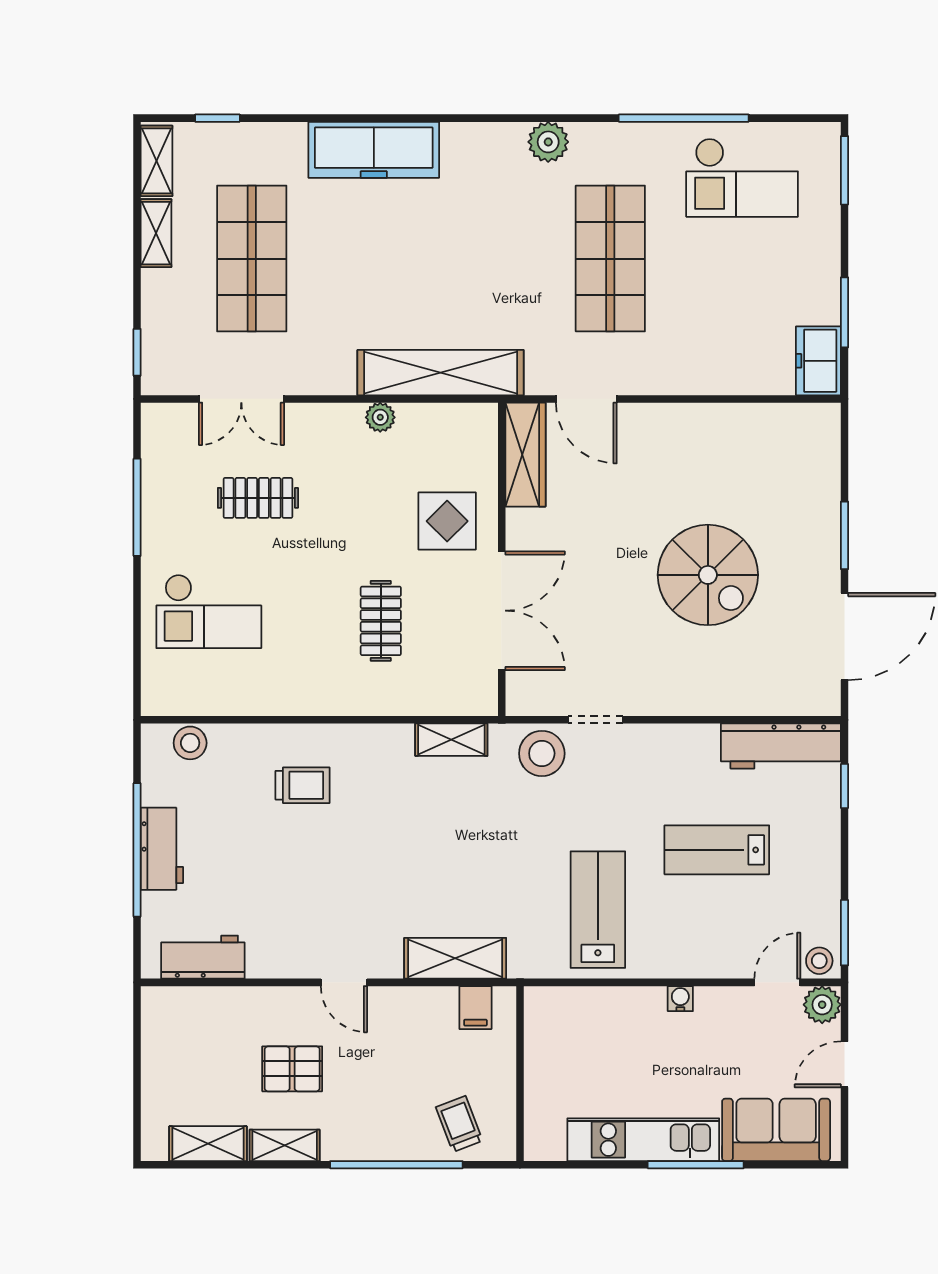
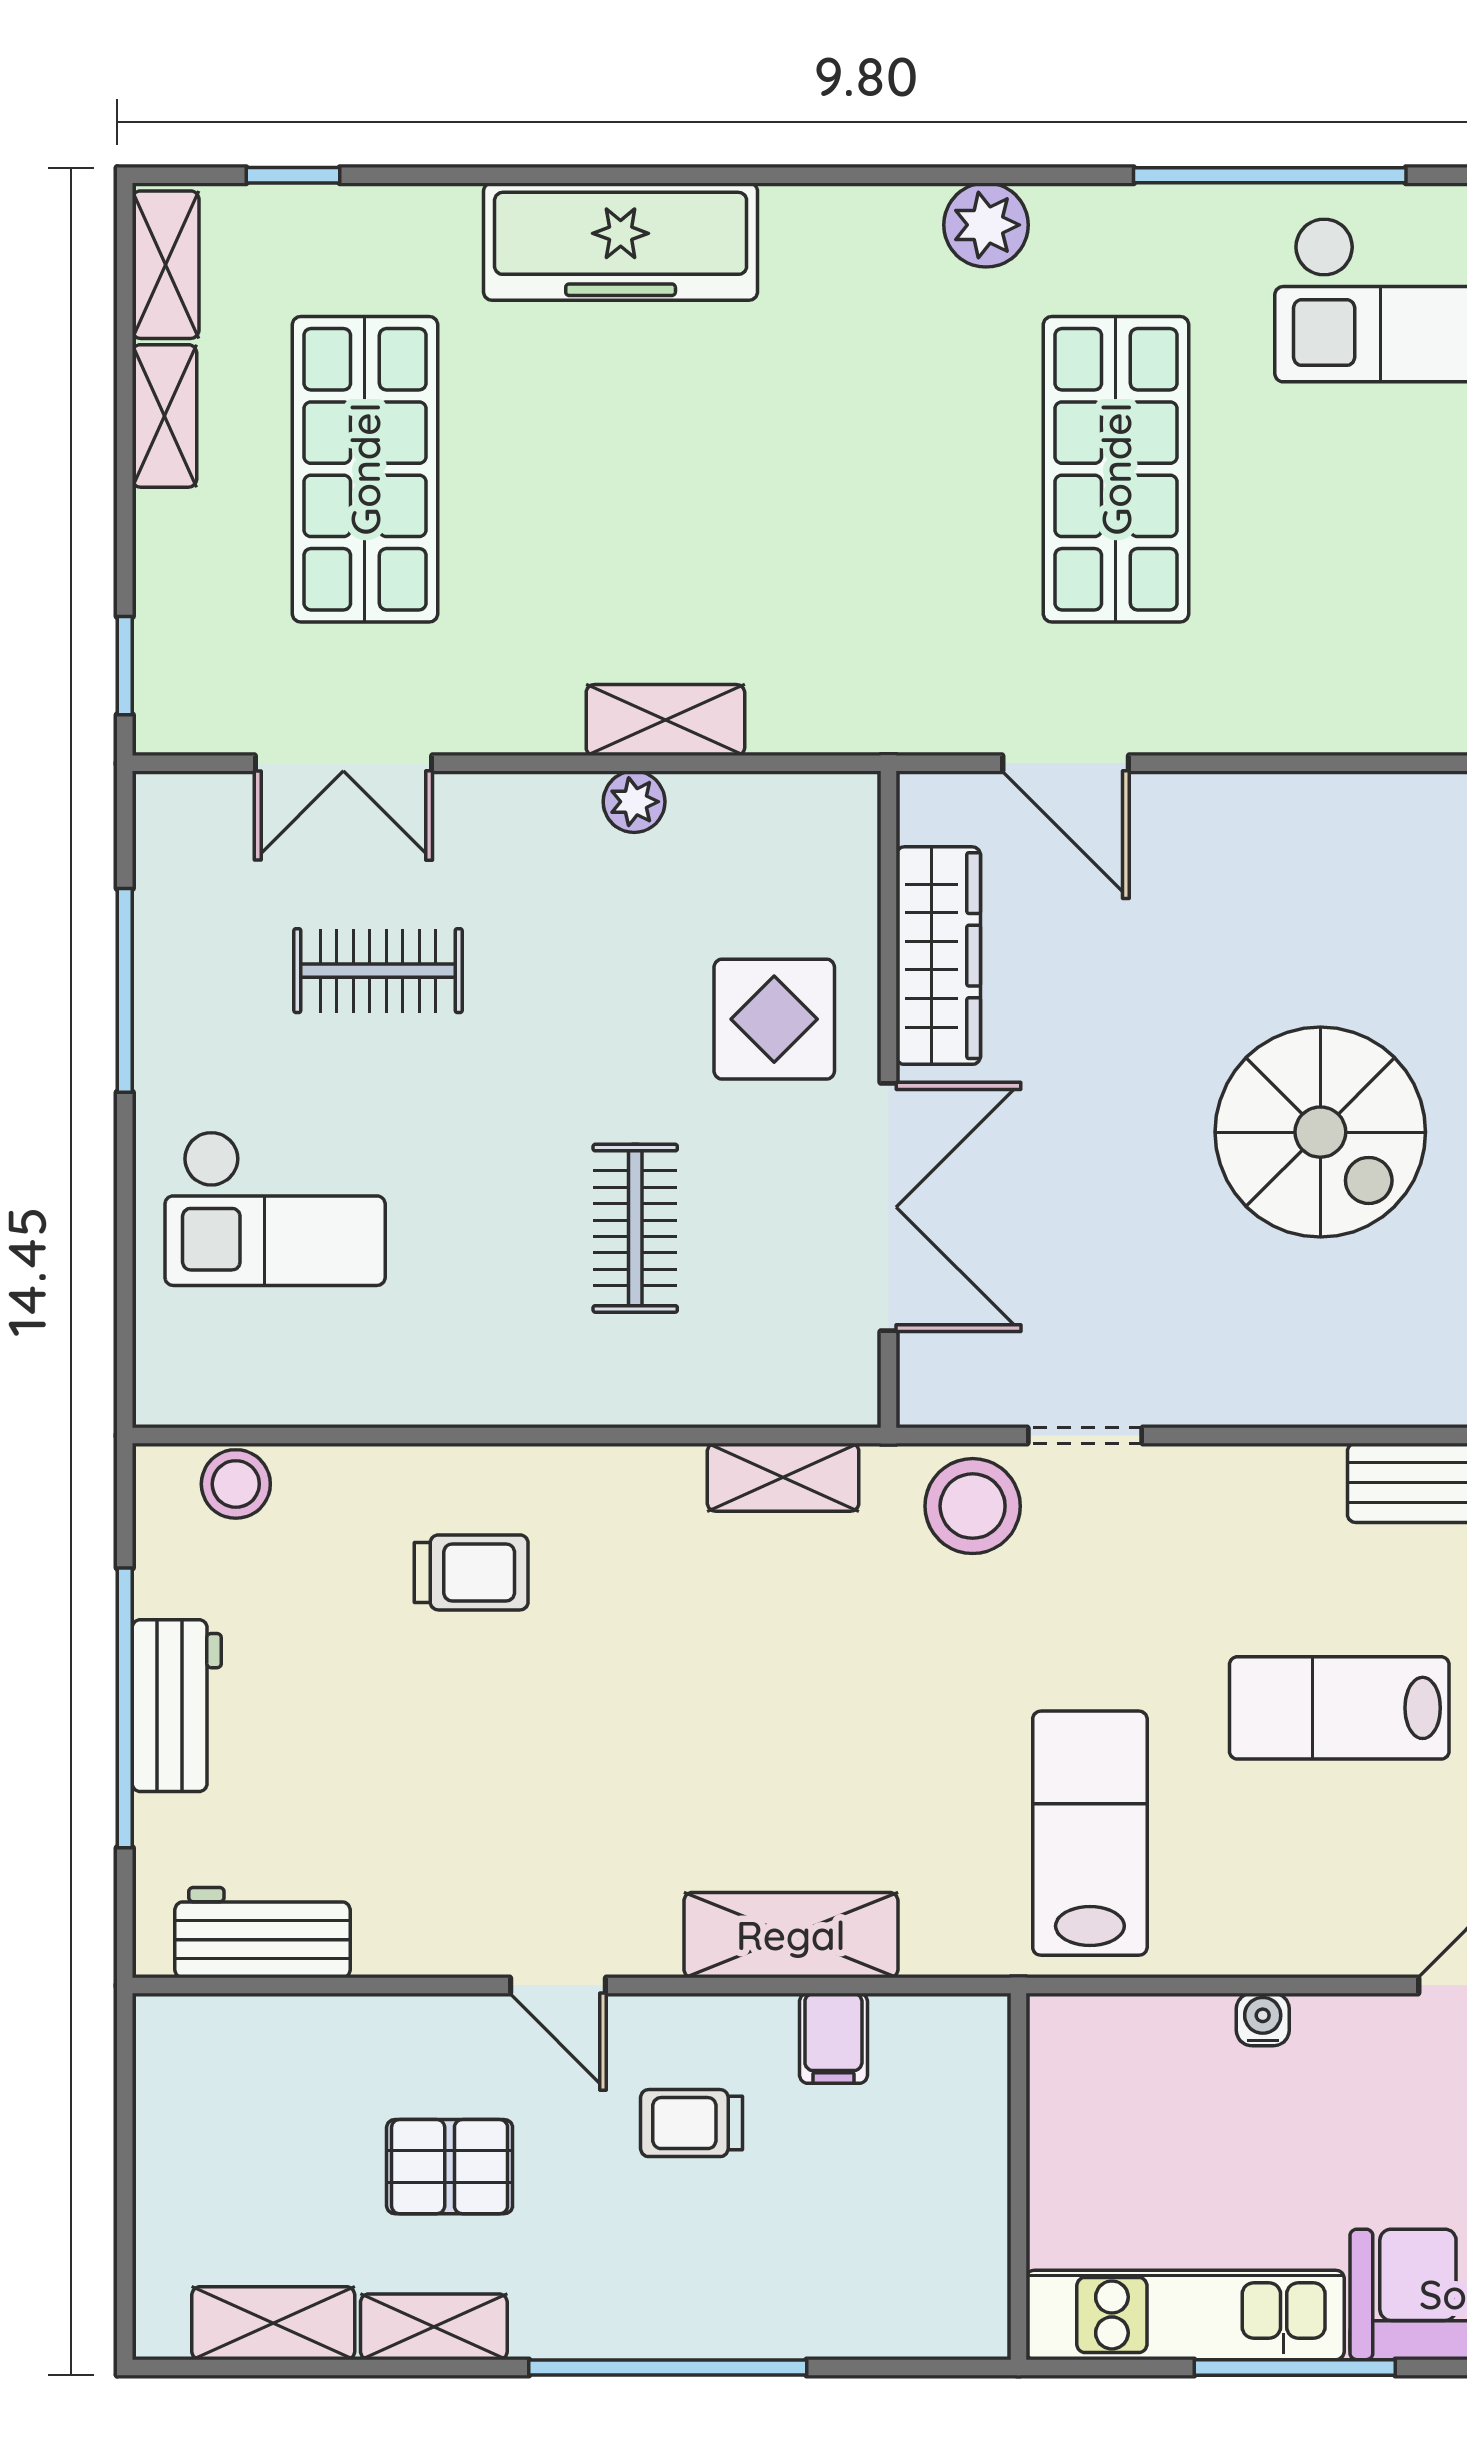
shelving: (441, 373) -> (665, 720), width x0.45, depth x0.75
wardrobe: (525, 455) -> (938, 956), moved
wall: (520, 1074) -> (1018, 2176), moved
trolley: (459, 1124) -> (692, 2123), moved, turned -69

